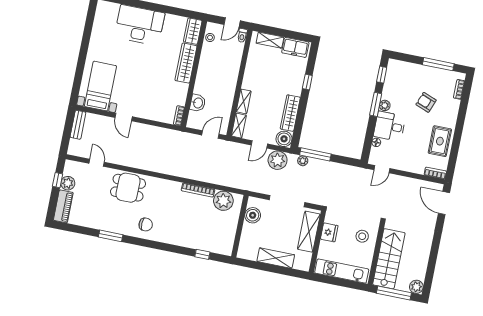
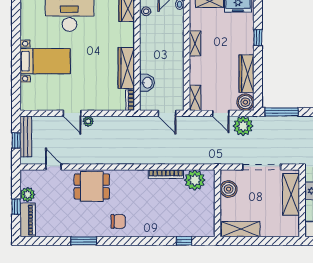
wardrobe: (186, 63) -> (126, 68), moved
bed with nightstands: (100, 86) -> (45, 61), moved, turned 90
shelving: (244, 101) -> (195, 43), moved
bench: (78, 125) -> (26, 136), width x1.36
window: (67, 132) -> (16, 140), added
door: (210, 135) -> (167, 113), swing flipped
door: (259, 144) -> (221, 113), hinge flipped
plant: (303, 161) -> (88, 121), moved
window: (58, 180) -> (16, 207), moved
shelving: (276, 258) -> (241, 229), moved

